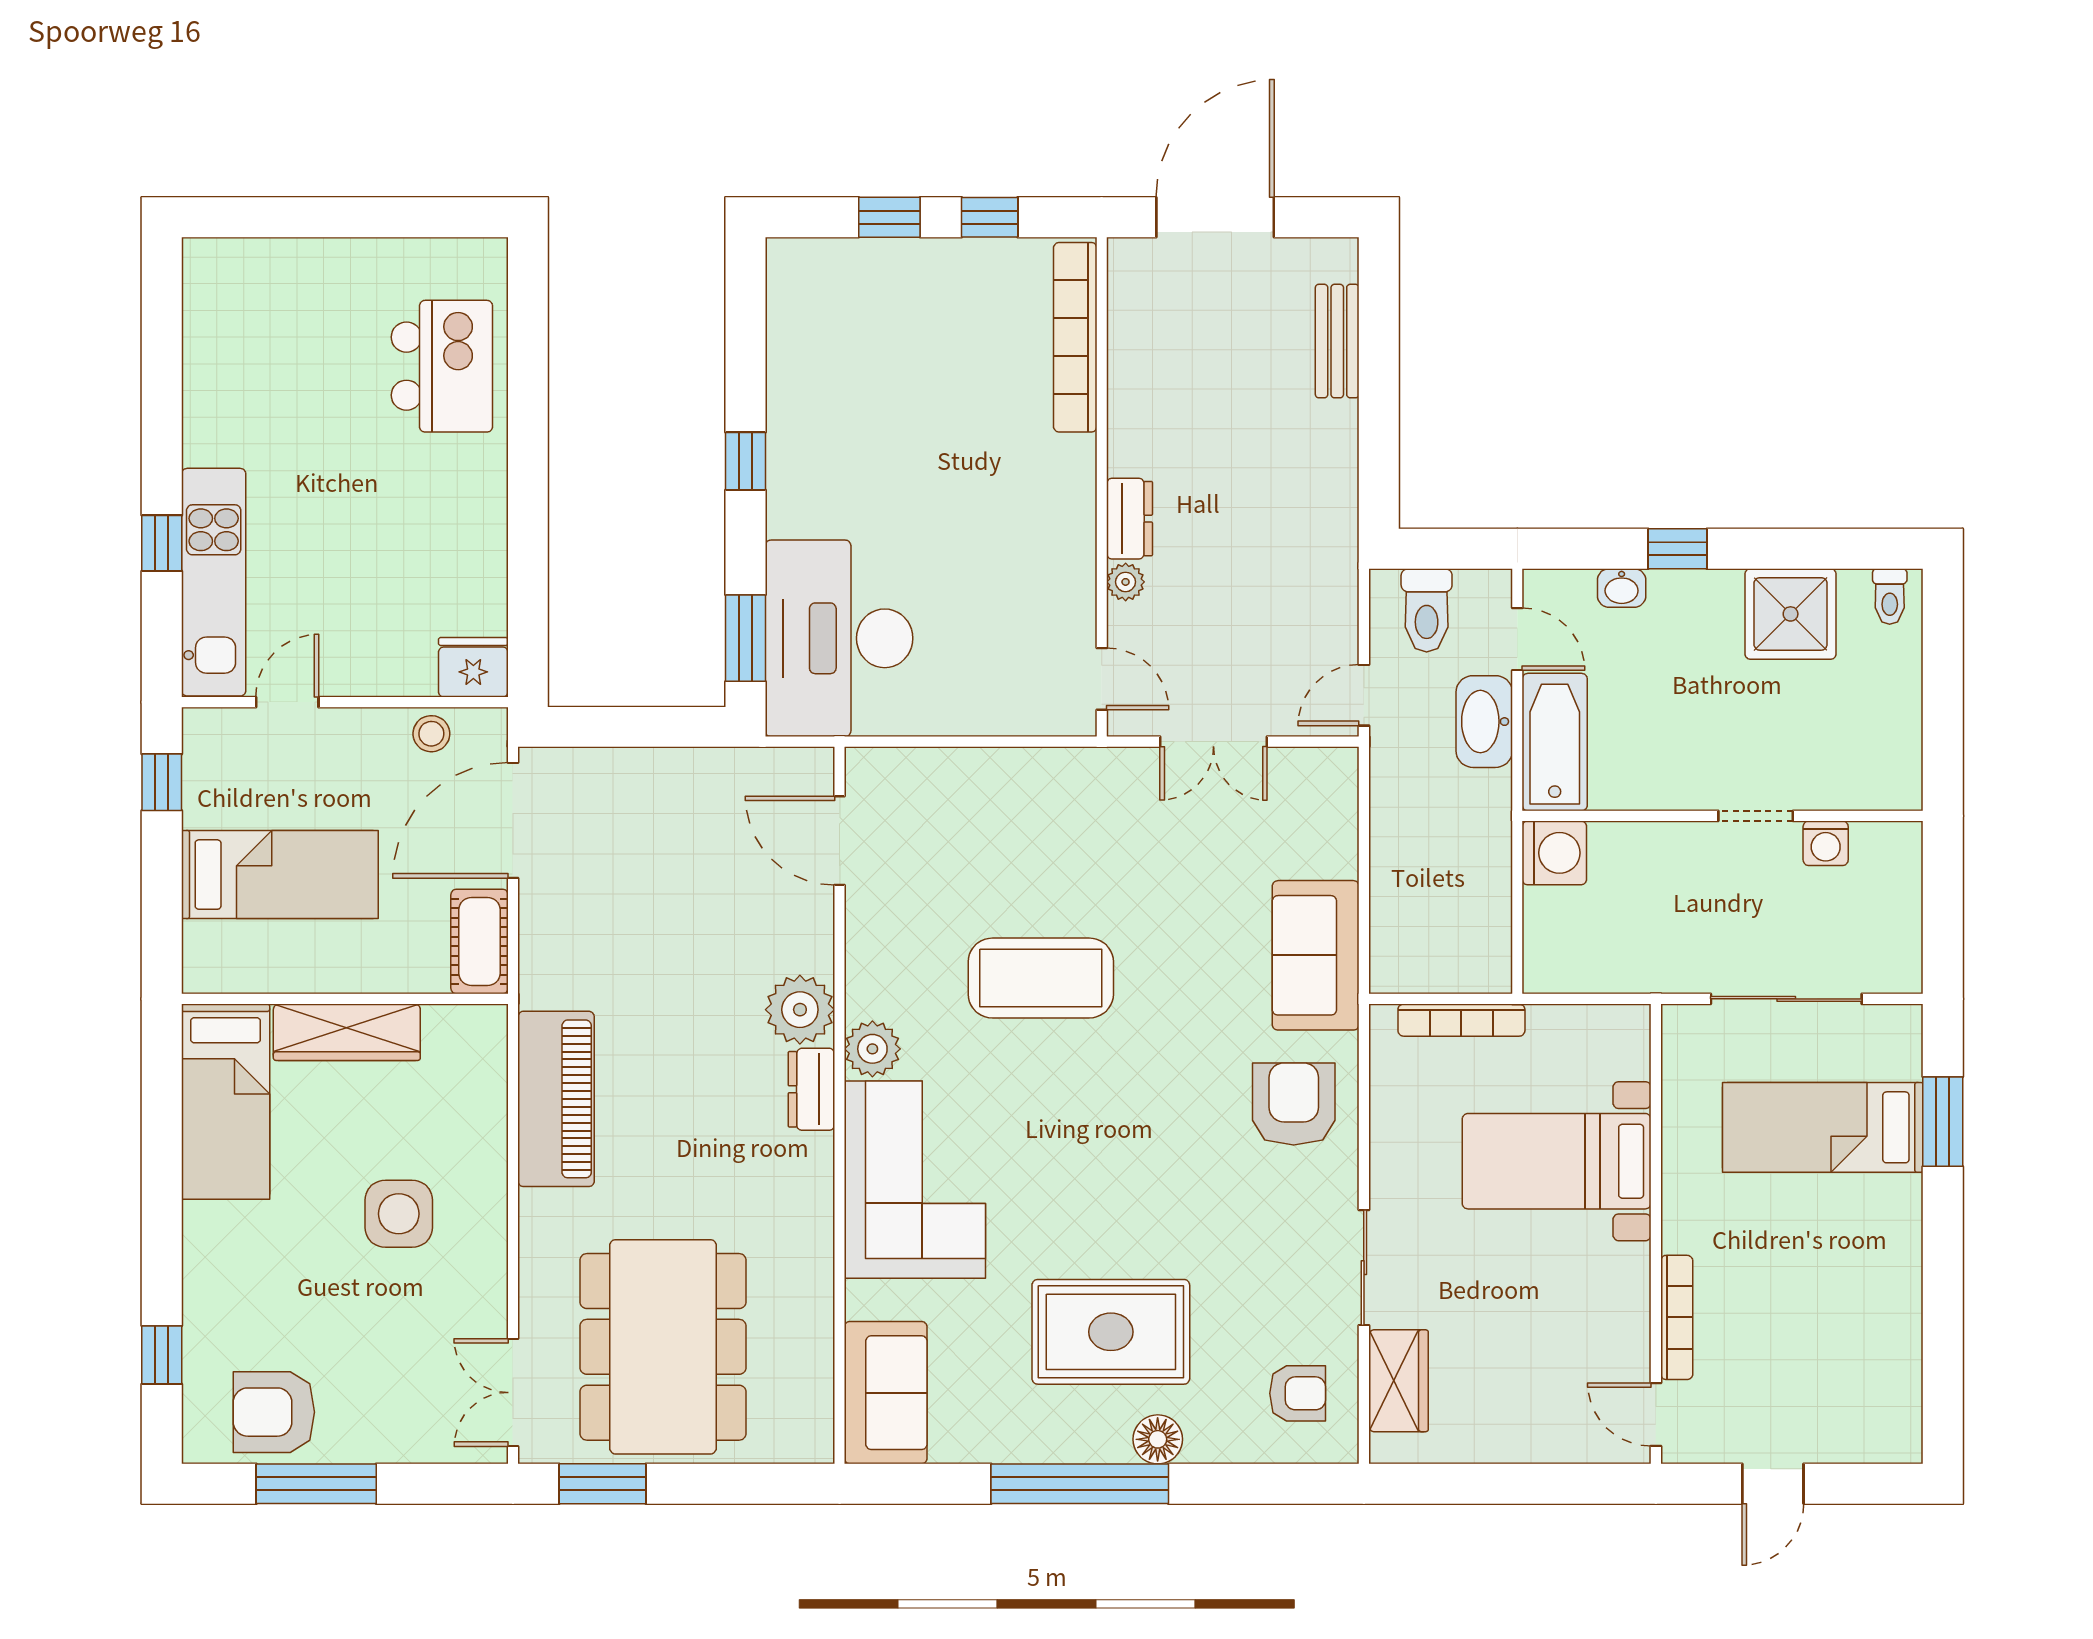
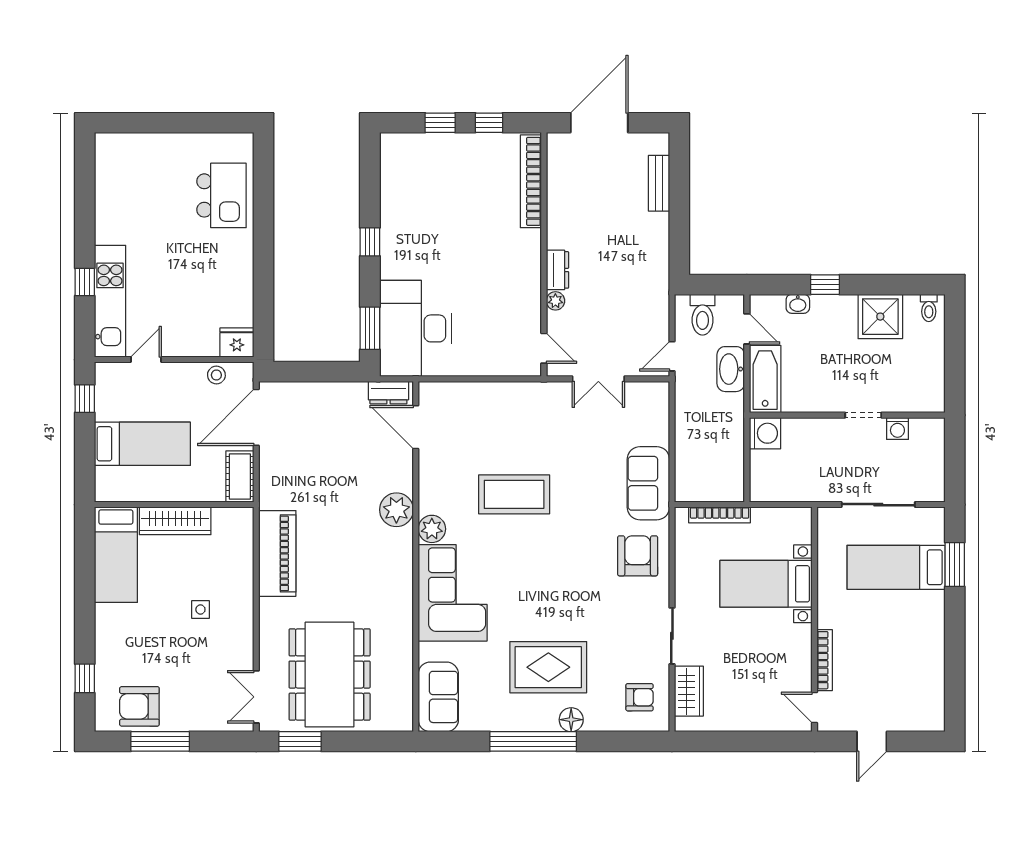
dresser: (811, 1089) -> (388, 393), moved, turned -90
side table: (399, 1214) -> (200, 609), width x0.54, depth x0.54

